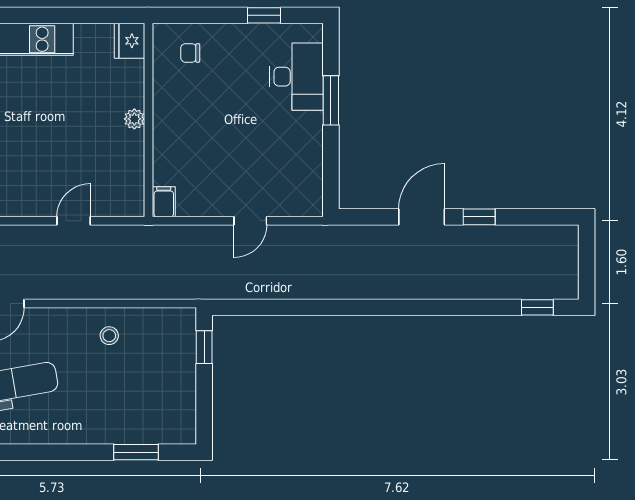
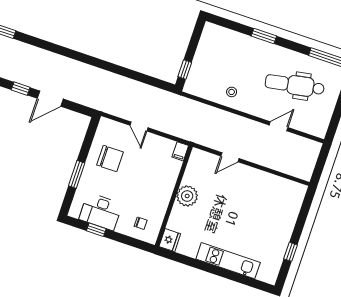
desk: (296, 77) -> (101, 212), moved, turned -90
plant: (134, 119) -> (187, 196), width x1.88, depth x1.88
chair: (282, 148) -> (110, 159), added
door: (250, 221) -> (139, 126), swing flipped
window: (136, 452) -> (264, 36), moved

